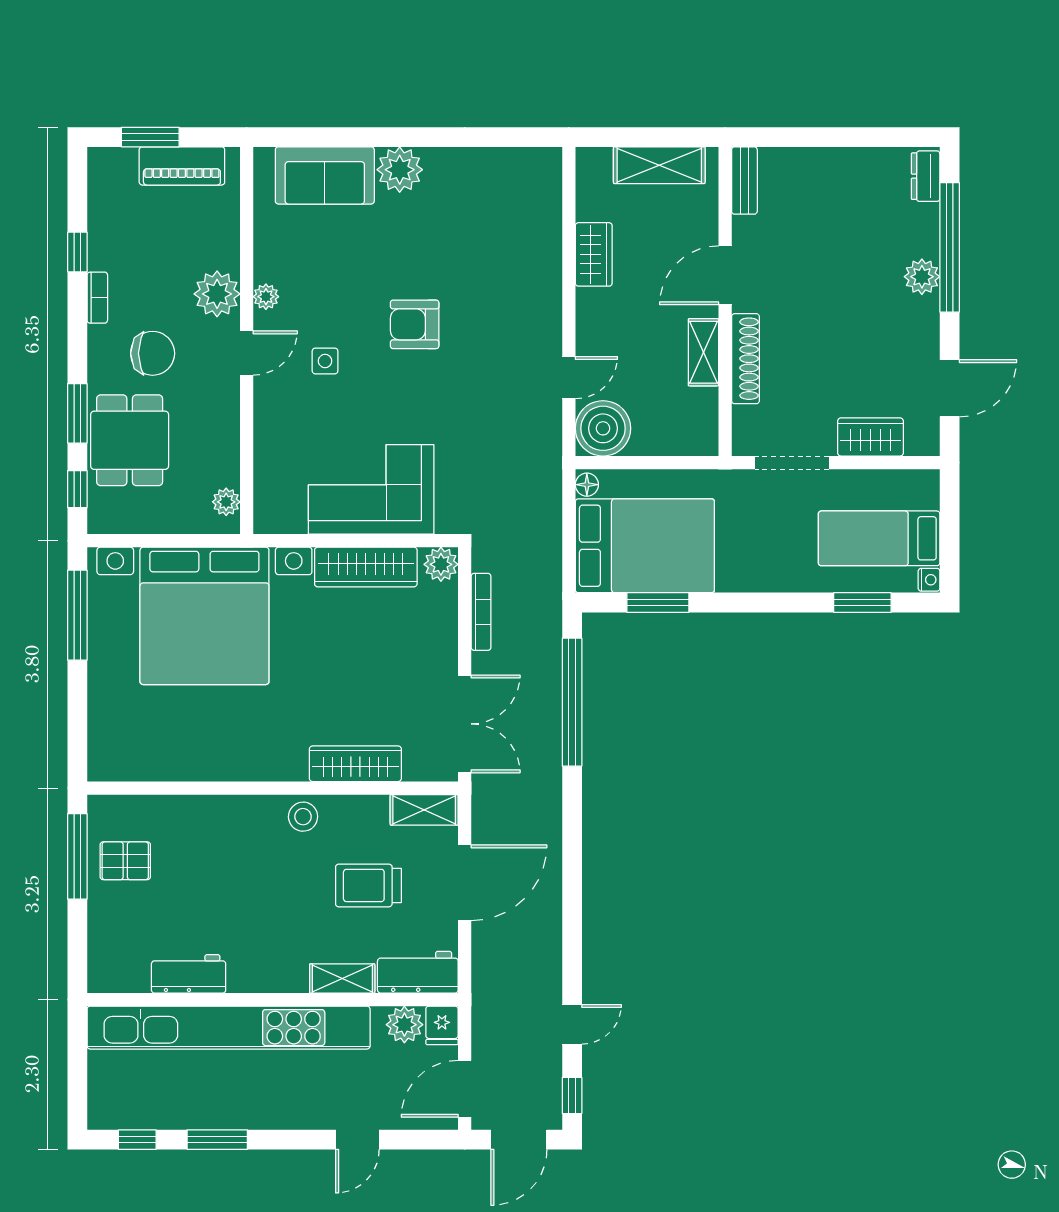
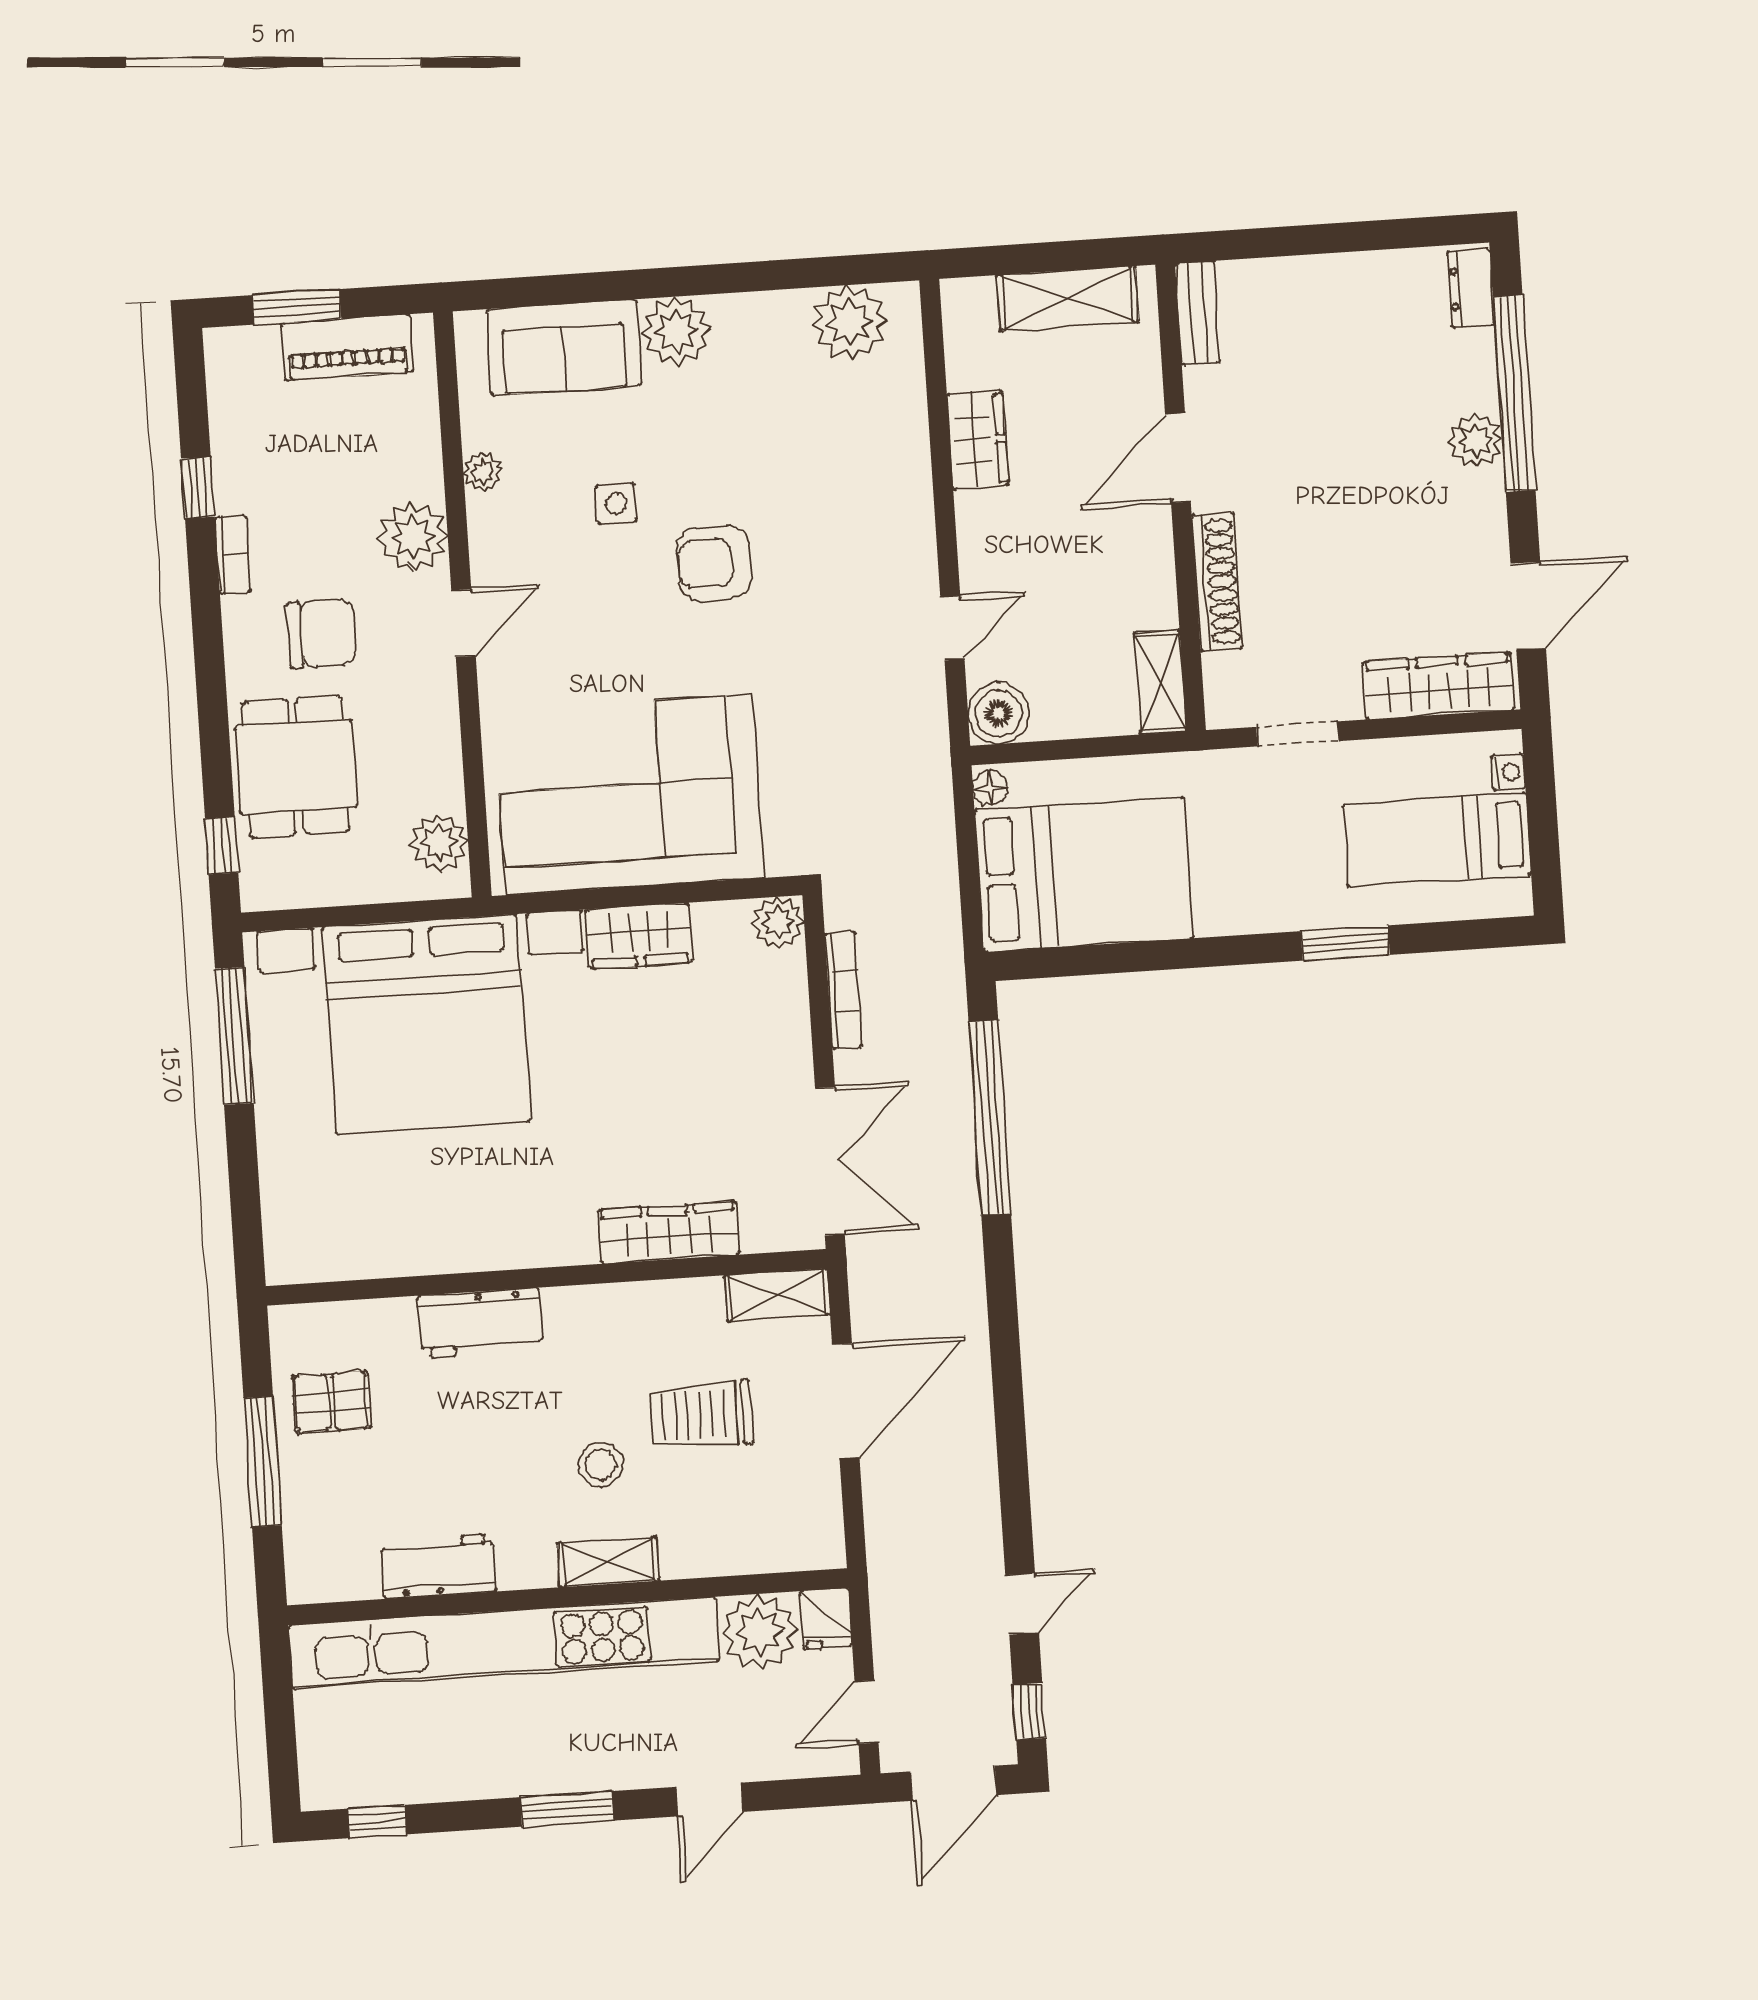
plant: (514, 171) -> (850, 322), added
plant: (266, 297) -> (483, 472), moved
shelving: (703, 352) -> (1160, 682), moved
side table: (325, 361) -> (616, 503), moved
window: (77, 413) -> (214, 731), removed
boiler: (603, 428) -> (999, 713), width x0.73, depth x0.73
wardrobe: (871, 437) -> (1439, 686), width x1.50
doorway: (792, 463) -> (1298, 734), width x0.73
corner sofa: (371, 489) -> (629, 795), width x1.36, depth x1.36
plant: (226, 502) -> (439, 843), width x1.38, depth x1.38
wardrobe: (366, 567) -> (639, 936), width x0.67
nightstand: (929, 580) -> (1508, 772), moved
window: (658, 603) -> (1109, 959), removed
window: (862, 603) -> (1345, 943), moved
stool: (303, 817) -> (601, 1465), moved
window: (77, 856) -> (263, 1462), moved
workbench: (418, 972) -> (480, 1323), moved, turned 180
shelving: (342, 978) -> (608, 1562), moved
plant: (404, 1025) -> (760, 1632), width x1.36, depth x1.36
door: (465, 1089) -> (866, 1712), width x0.73
window: (217, 1140) -> (567, 1809), moved

